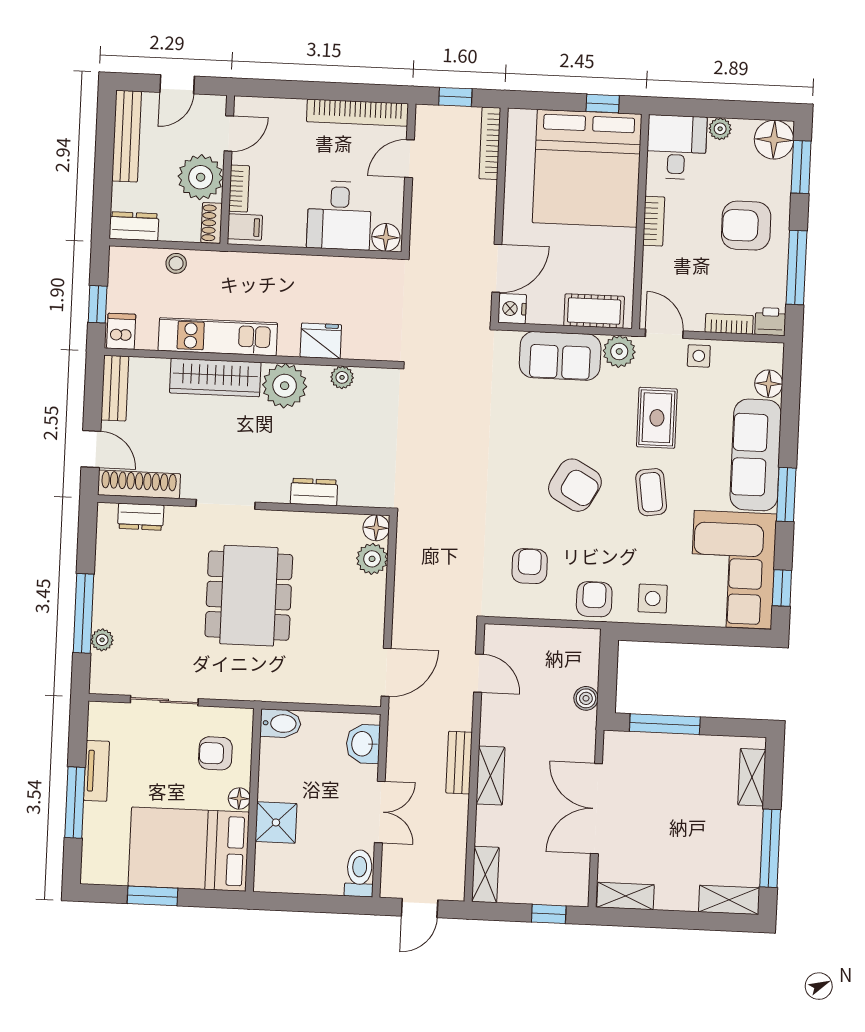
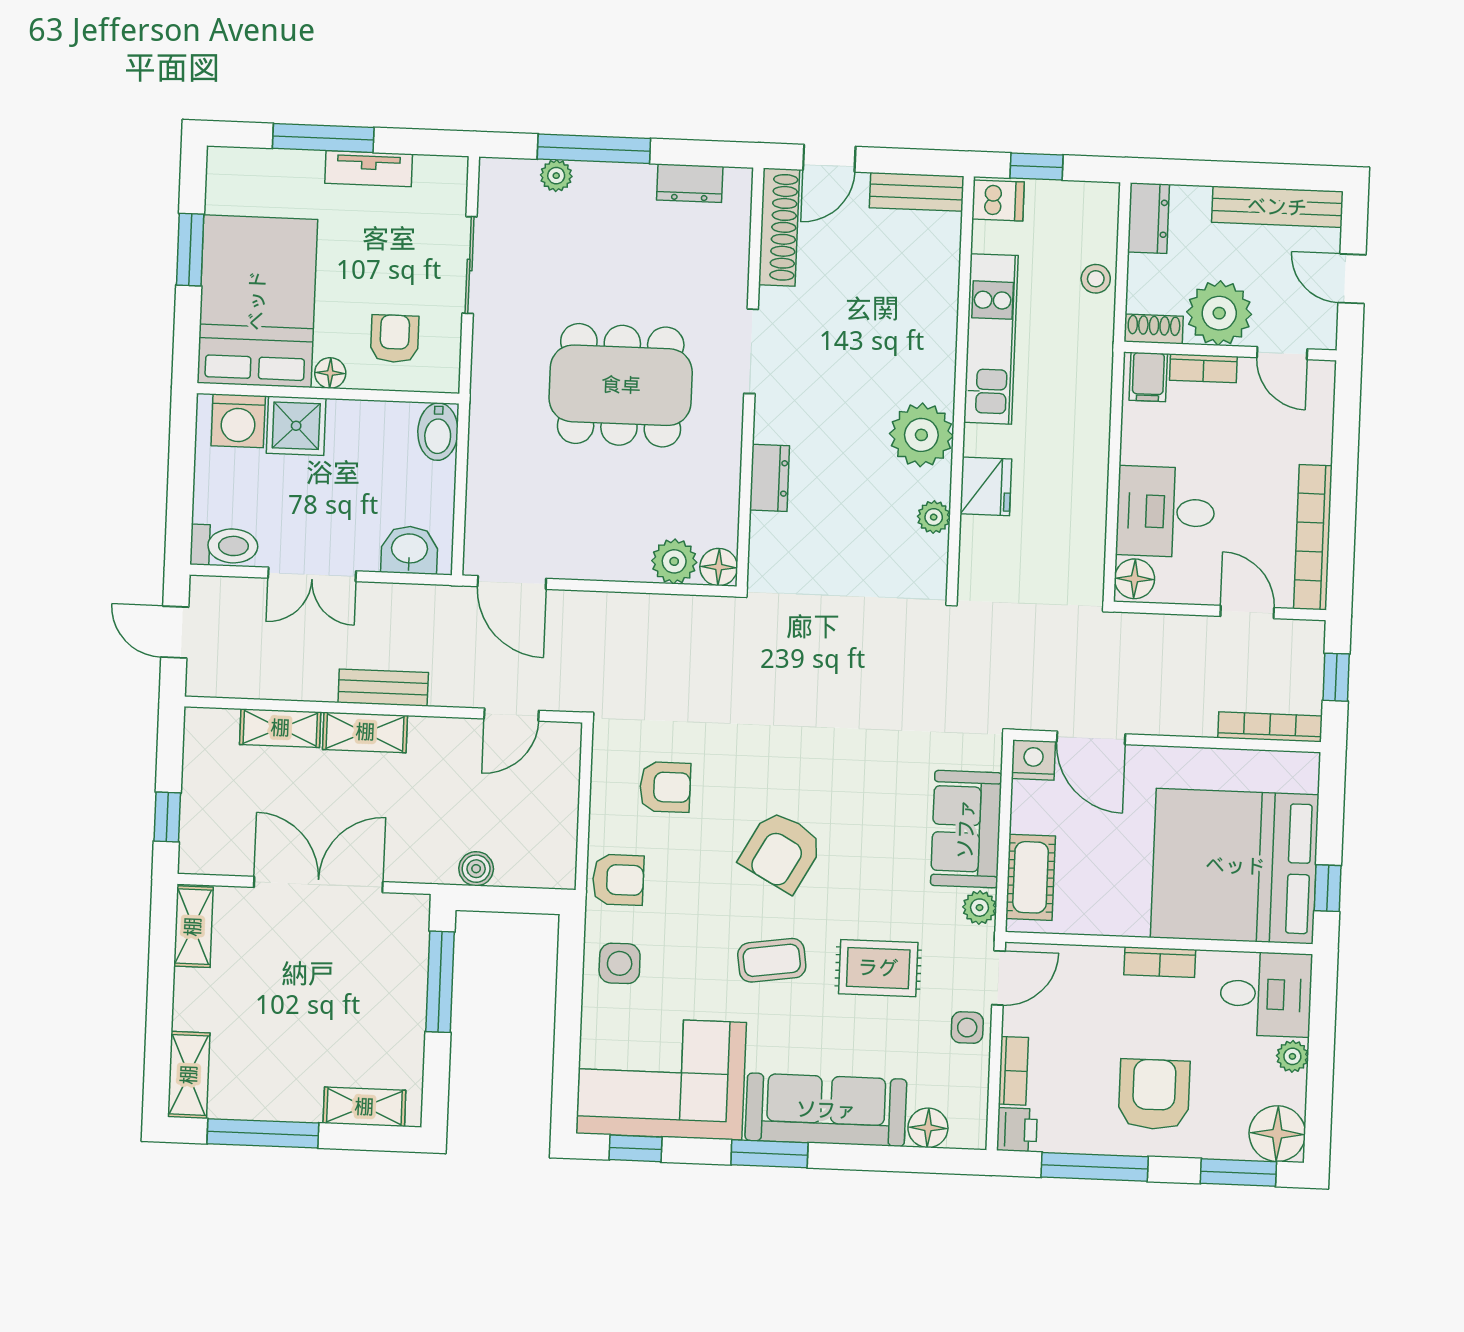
plant: (619, 351) -> (980, 908), width x0.73, depth x0.73
wardrobe: (215, 378) -> (932, 336), removed
dresser: (141, 517) -> (690, 183), moved, turned -90
washing machine: (272, 863) -> (238, 421), added
shelving: (485, 874) -> (280, 728), moved

